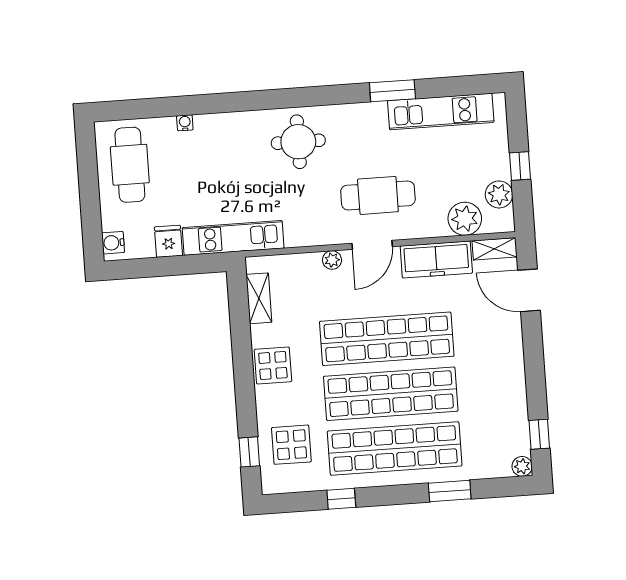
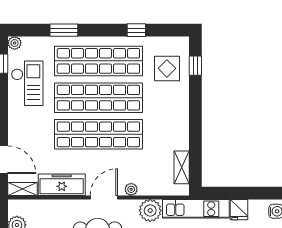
plant: (465, 219) -> (150, 210), moved
display table: (273, 365) -> (175, 122), removed
checkout: (499, 408) -> (27, 83), added

